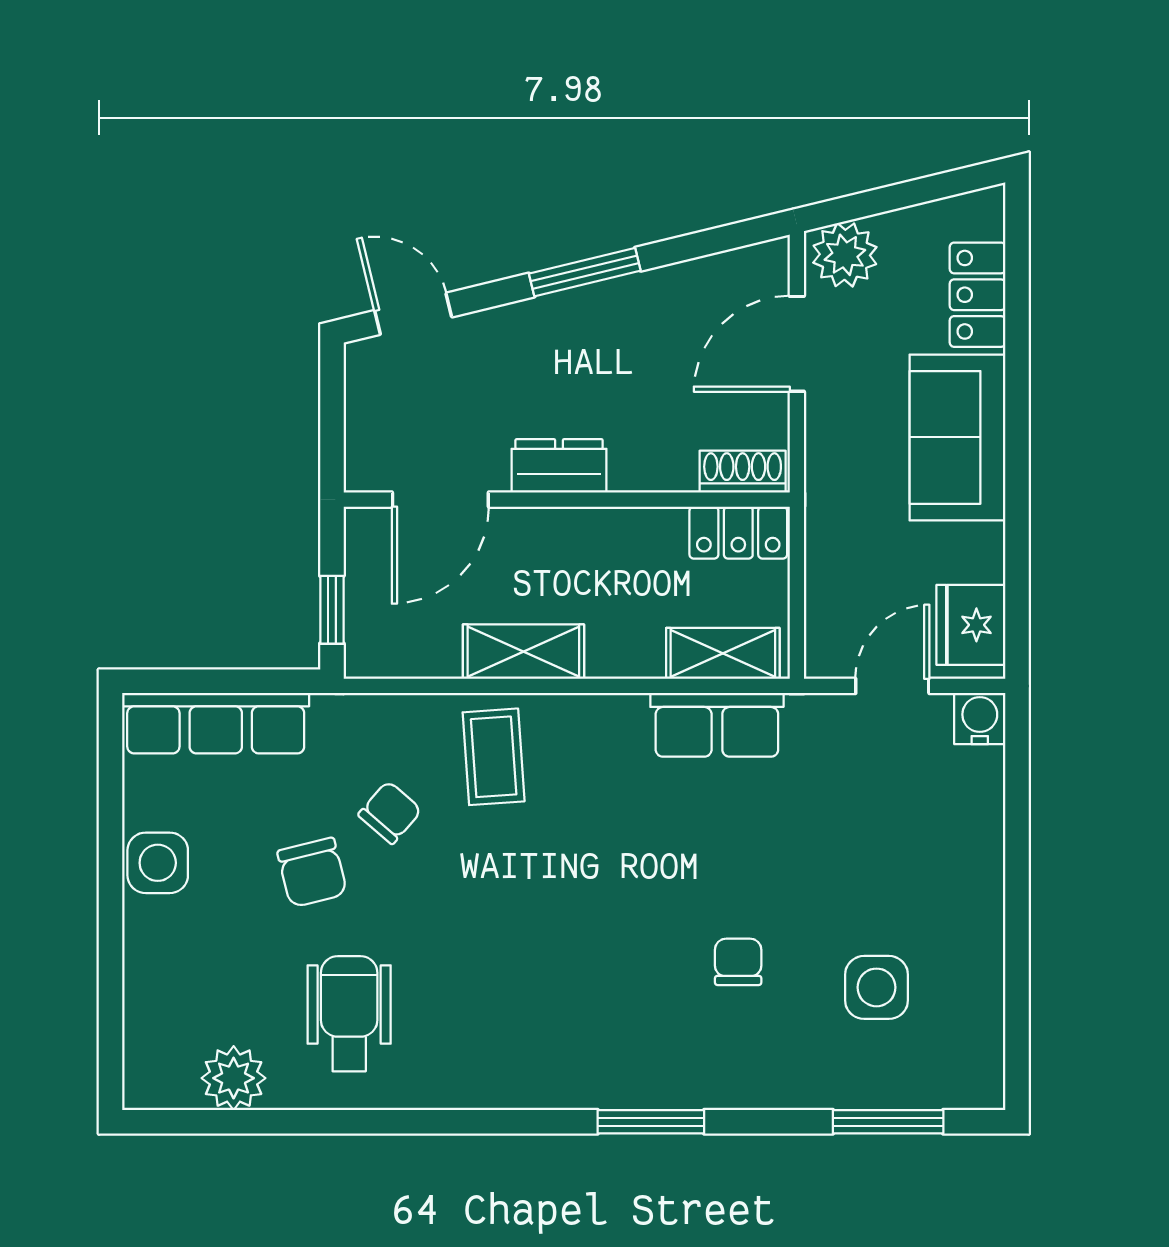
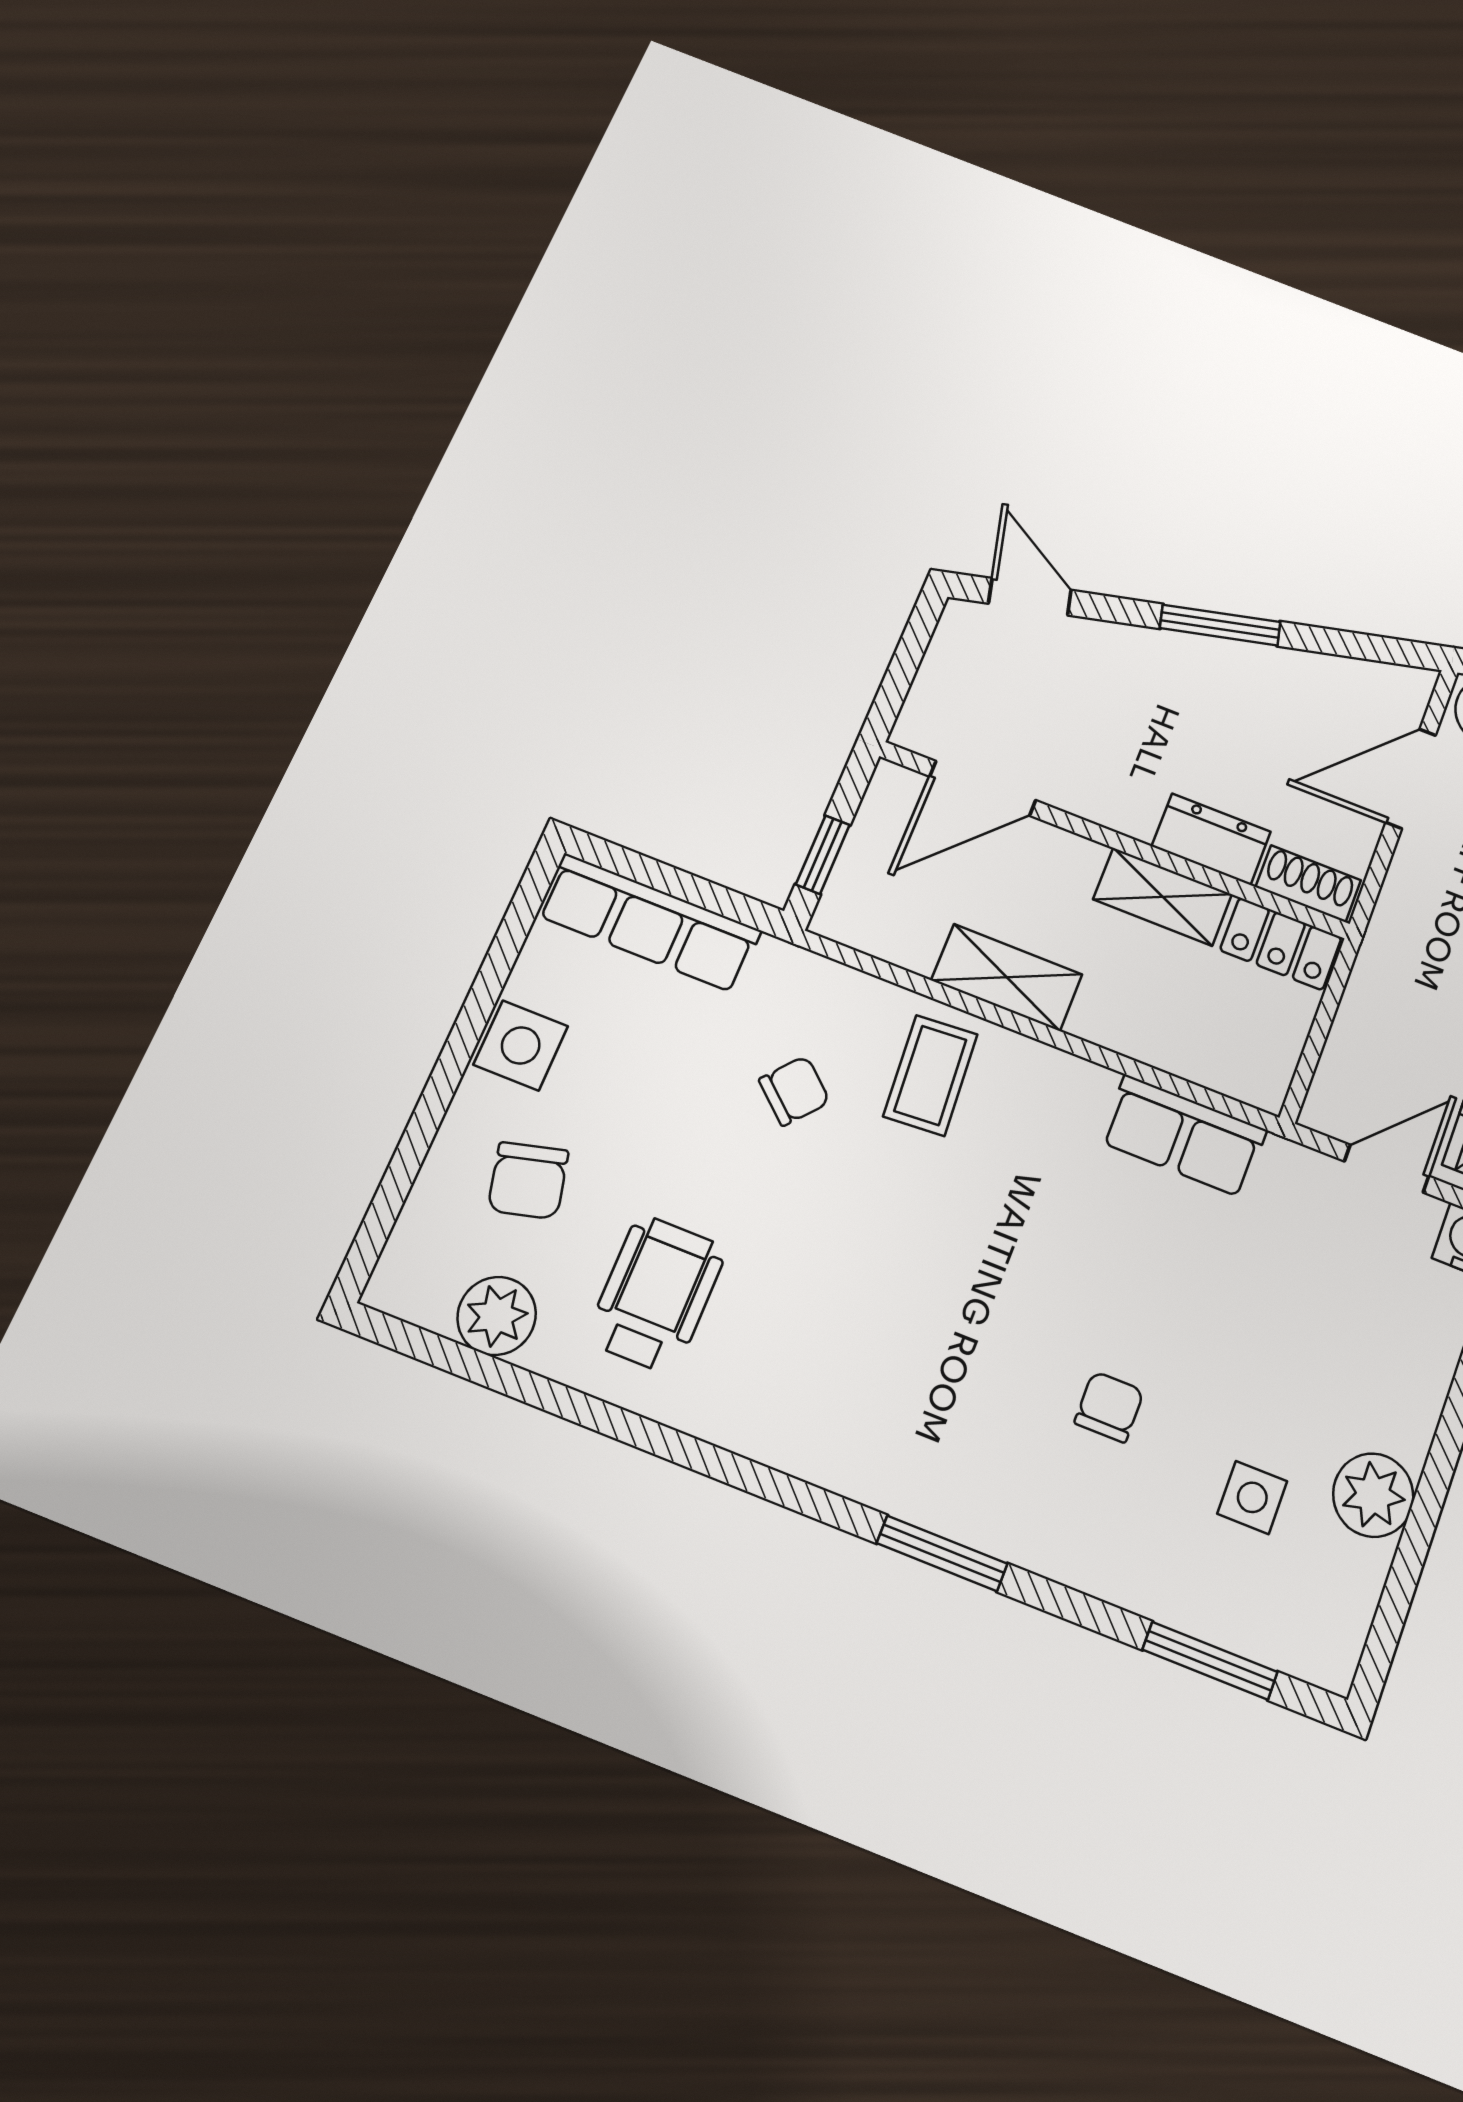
dresser: (559, 466) -> (1211, 839), moved
shelving: (723, 653) -> (1162, 897), moved
chair: (312, 872) -> (528, 1181), moved
plant: (972, 949) -> (1373, 1495), added
side table: (876, 987) -> (1252, 1497), width x0.73, depth x0.73

